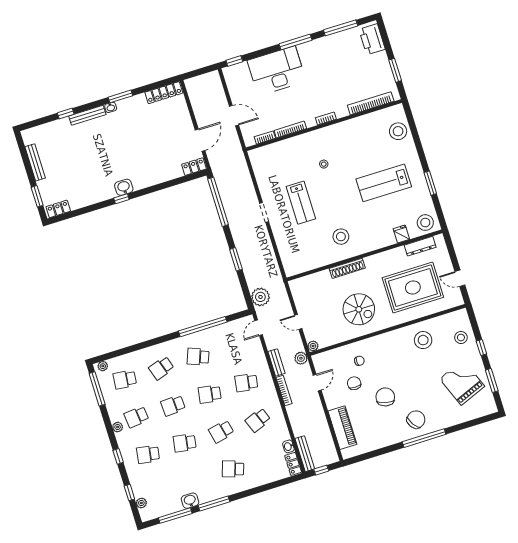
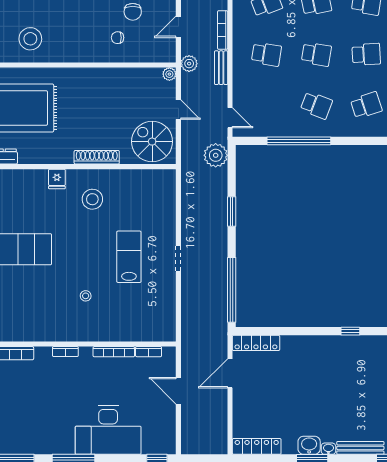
locker: (194, 167) -> (256, 343), width x1.53
washbasin: (124, 187) -> (309, 445), moved, turned 180
fridge: (401, 234) -> (57, 179), moved
spiral stairs: (359, 309) -> (152, 142), moved
door: (259, 328) -> (230, 118), hinge flipped

